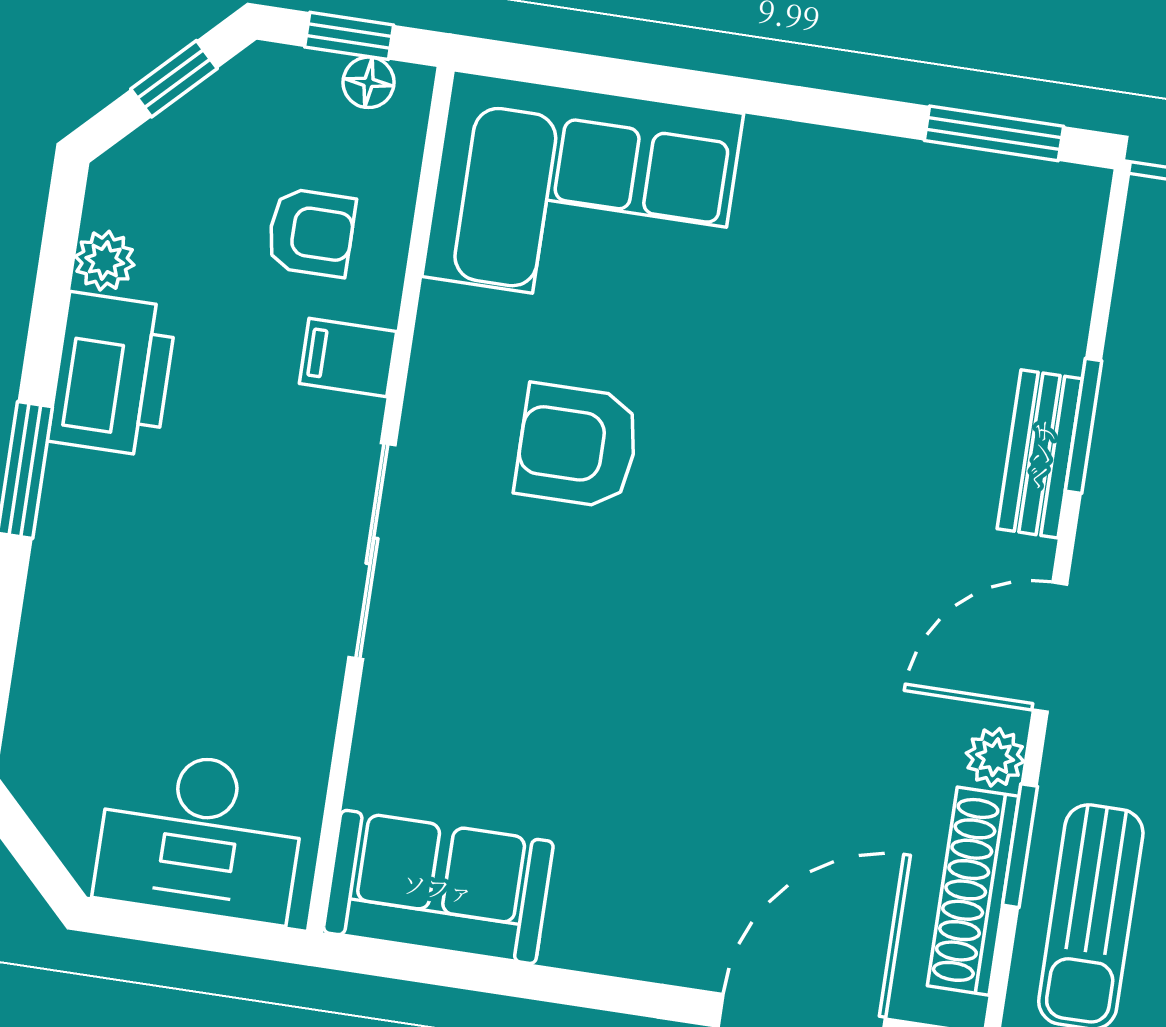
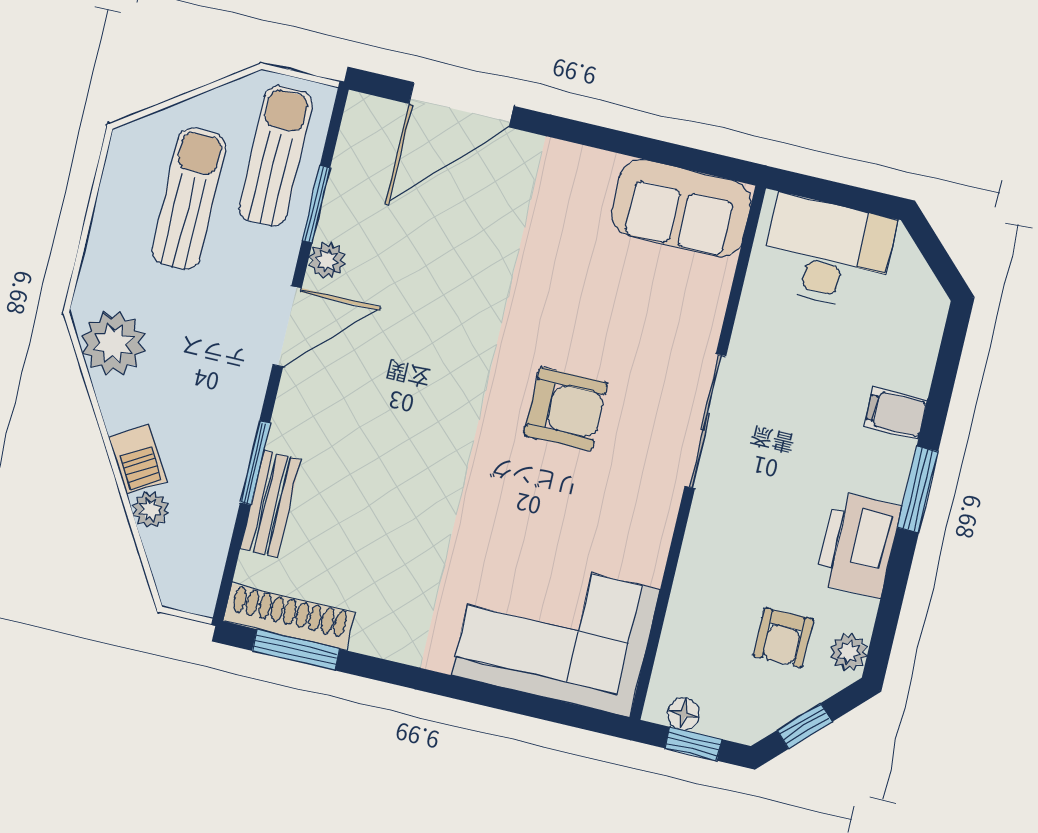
armchair: (311, 232) -> (783, 638), moved, turned -90
plant: (105, 261) -> (849, 652), moved
filing cabinet: (348, 358) -> (896, 413), moved, turned 180
armchair: (577, 446) -> (566, 409), moved
bench: (1040, 454) -> (270, 504), moved
shoe rack: (973, 891) -> (289, 617), moved, turned -90

